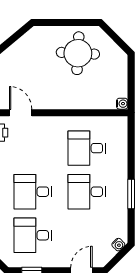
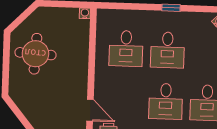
door: (21, 113) -> (90, 110), swing flipped
window: (131, 194) -> (171, 8), width x0.67

